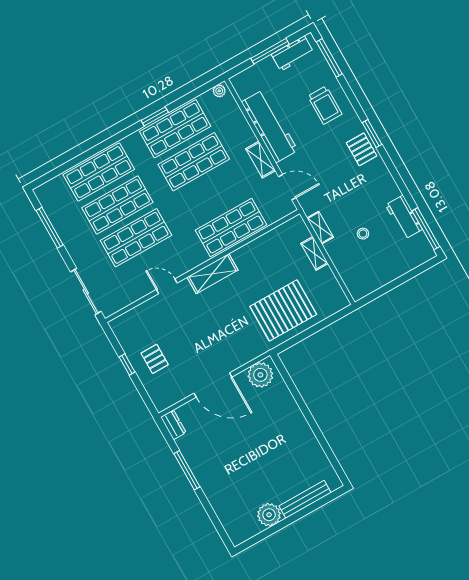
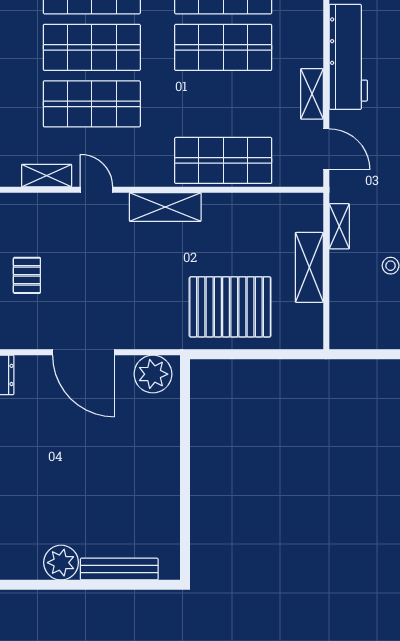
shelving: (314, 253) -> (309, 267), width x1.50, depth x1.33
shelving: (133, 294) -> (47, 176), added

